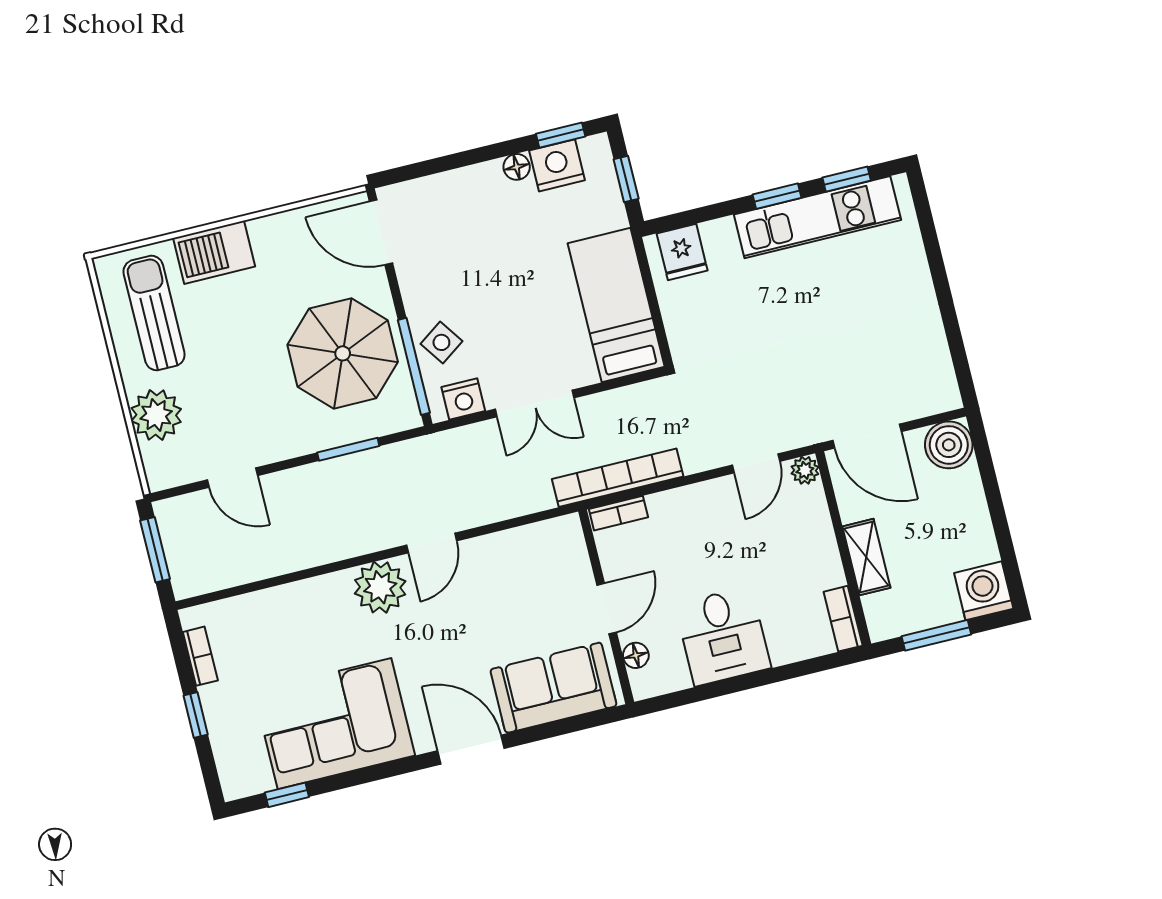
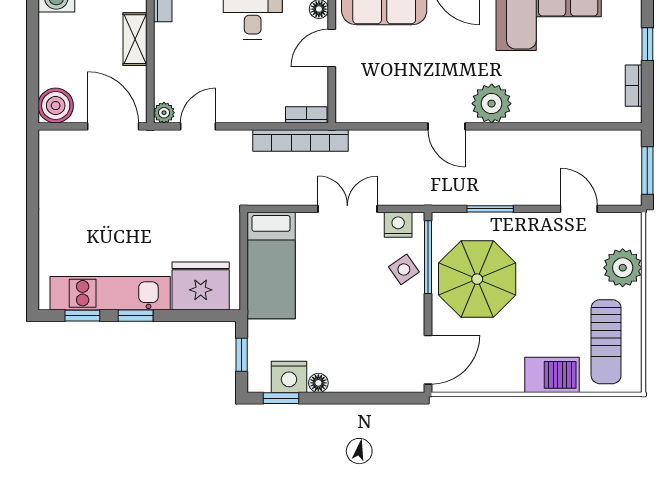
door: (381, 232) -> (428, 360), hinge flipped
fridge: (682, 252) -> (201, 286), width x1.88, depth x1.34
door: (432, 543) -> (447, 126), swing flipped

